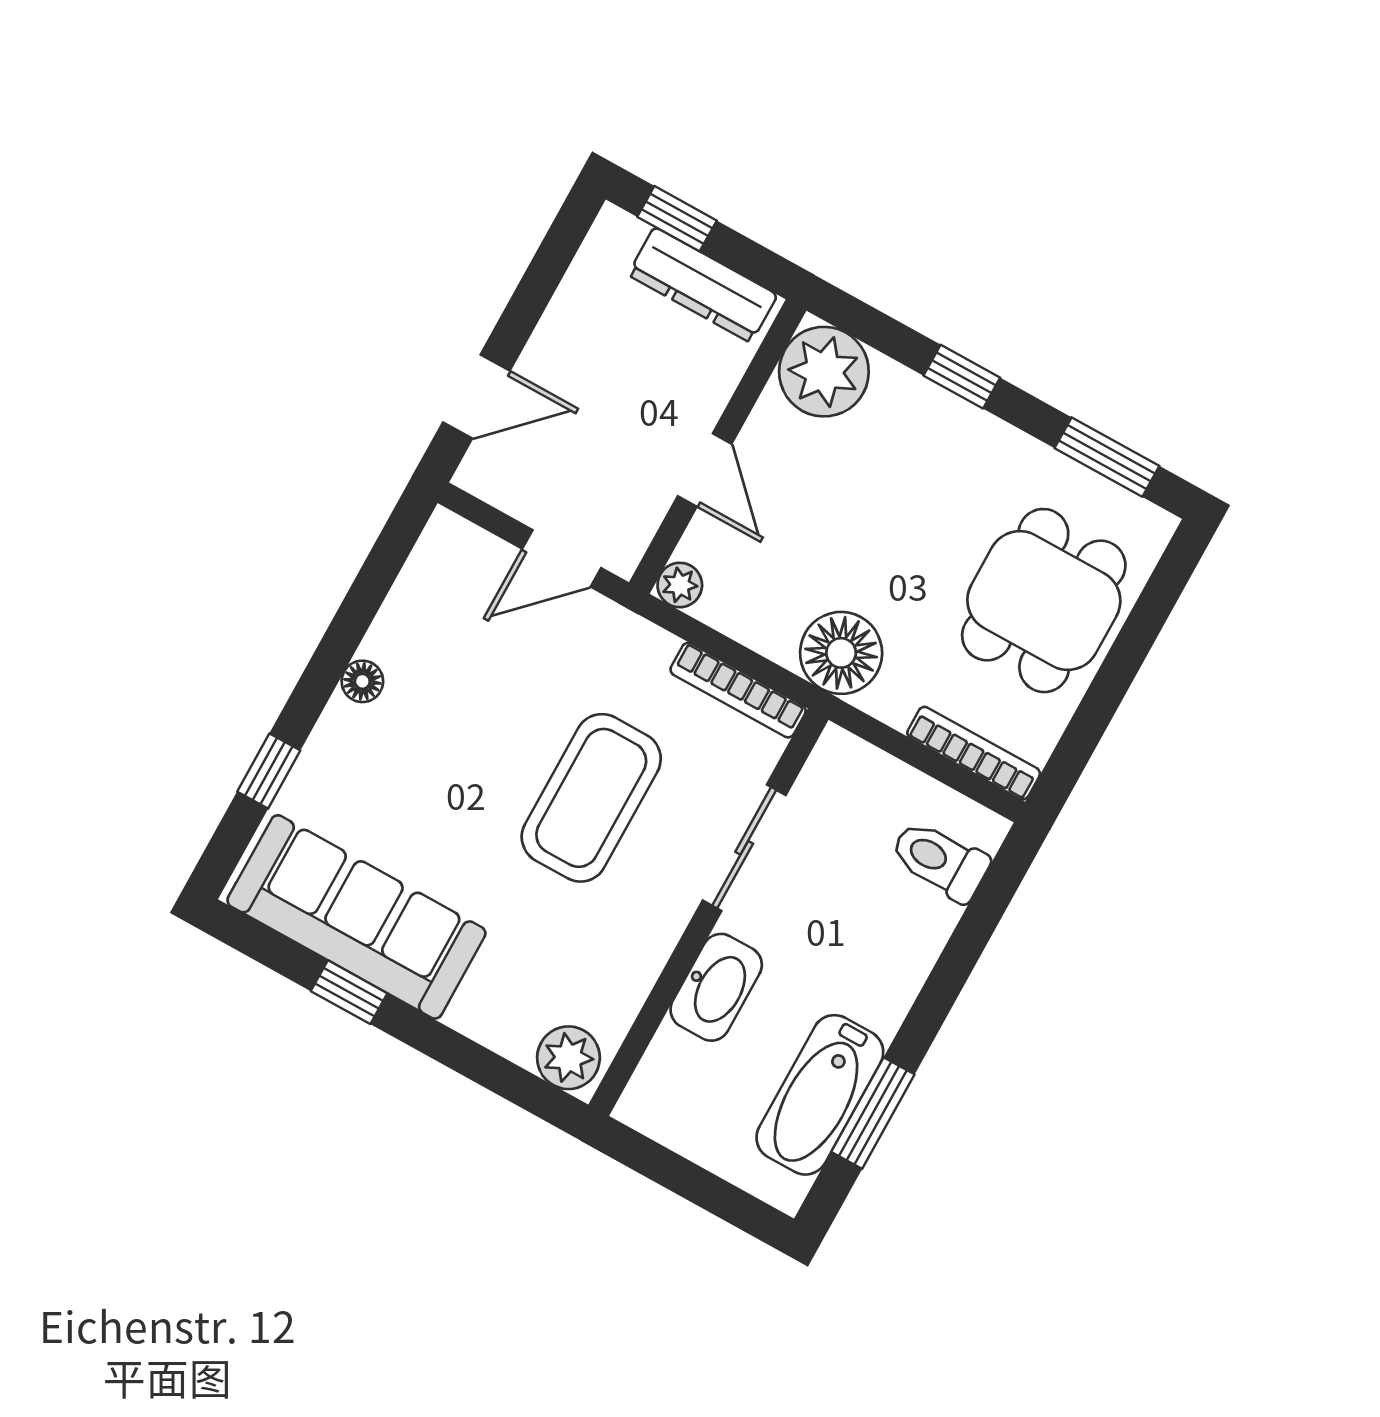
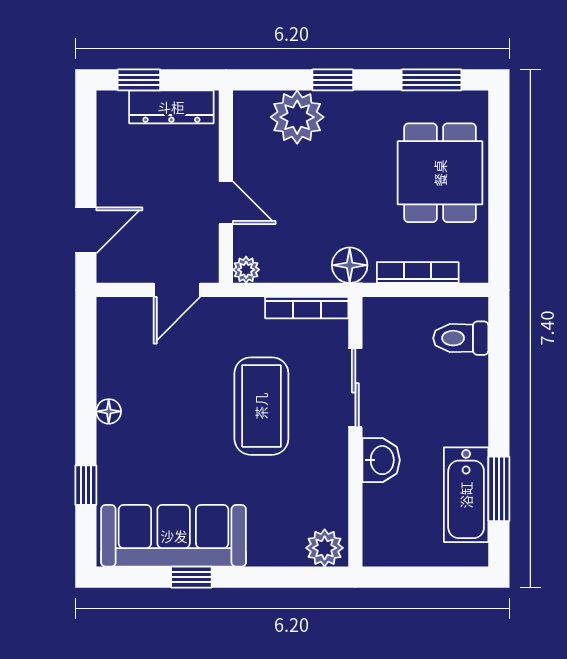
plant: (824, 372) -> (297, 117), moved
floor lamp: (841, 653) -> (350, 265), width x0.73, depth x0.73
bookcase: (974, 753) -> (418, 272), moved
washbasin: (716, 987) -> (381, 460), width x0.72

